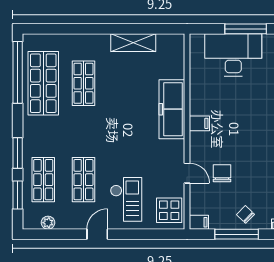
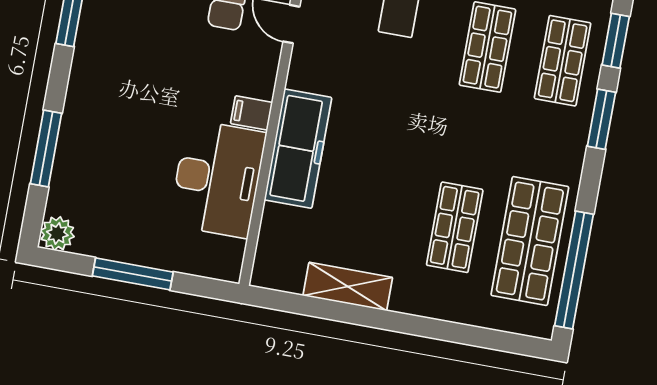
desk: (233, 55) -> (218, 179), moved, turned -90

